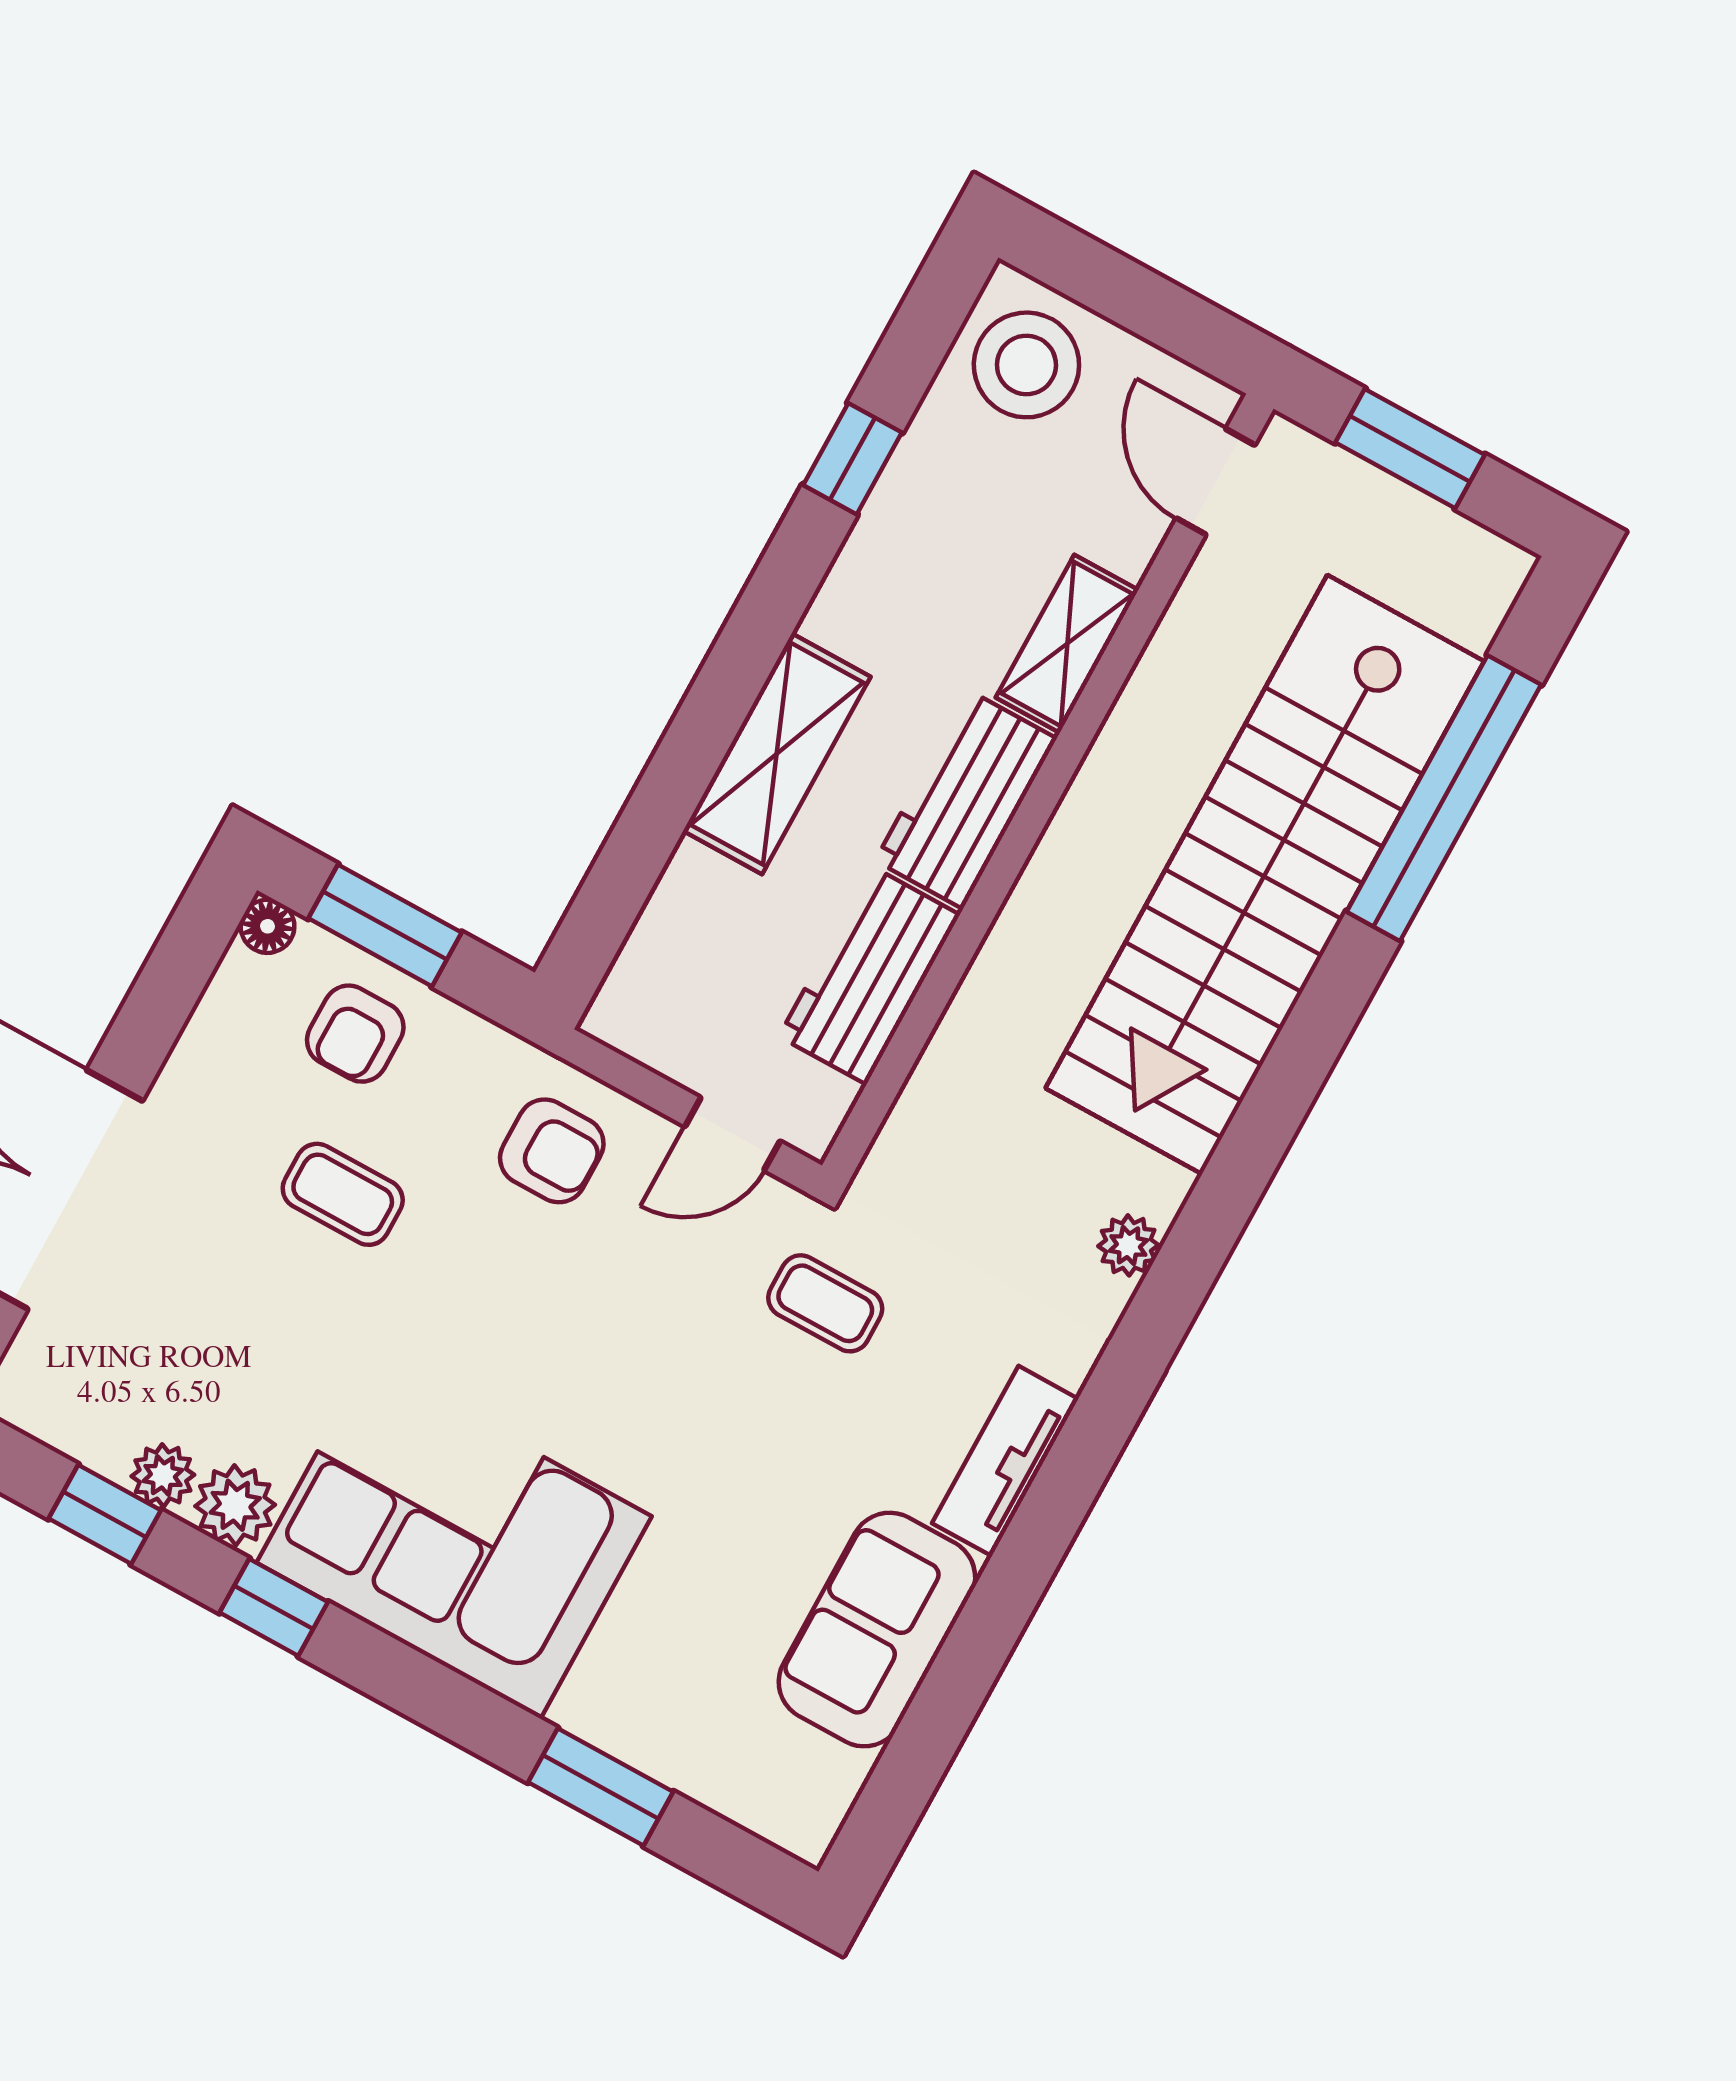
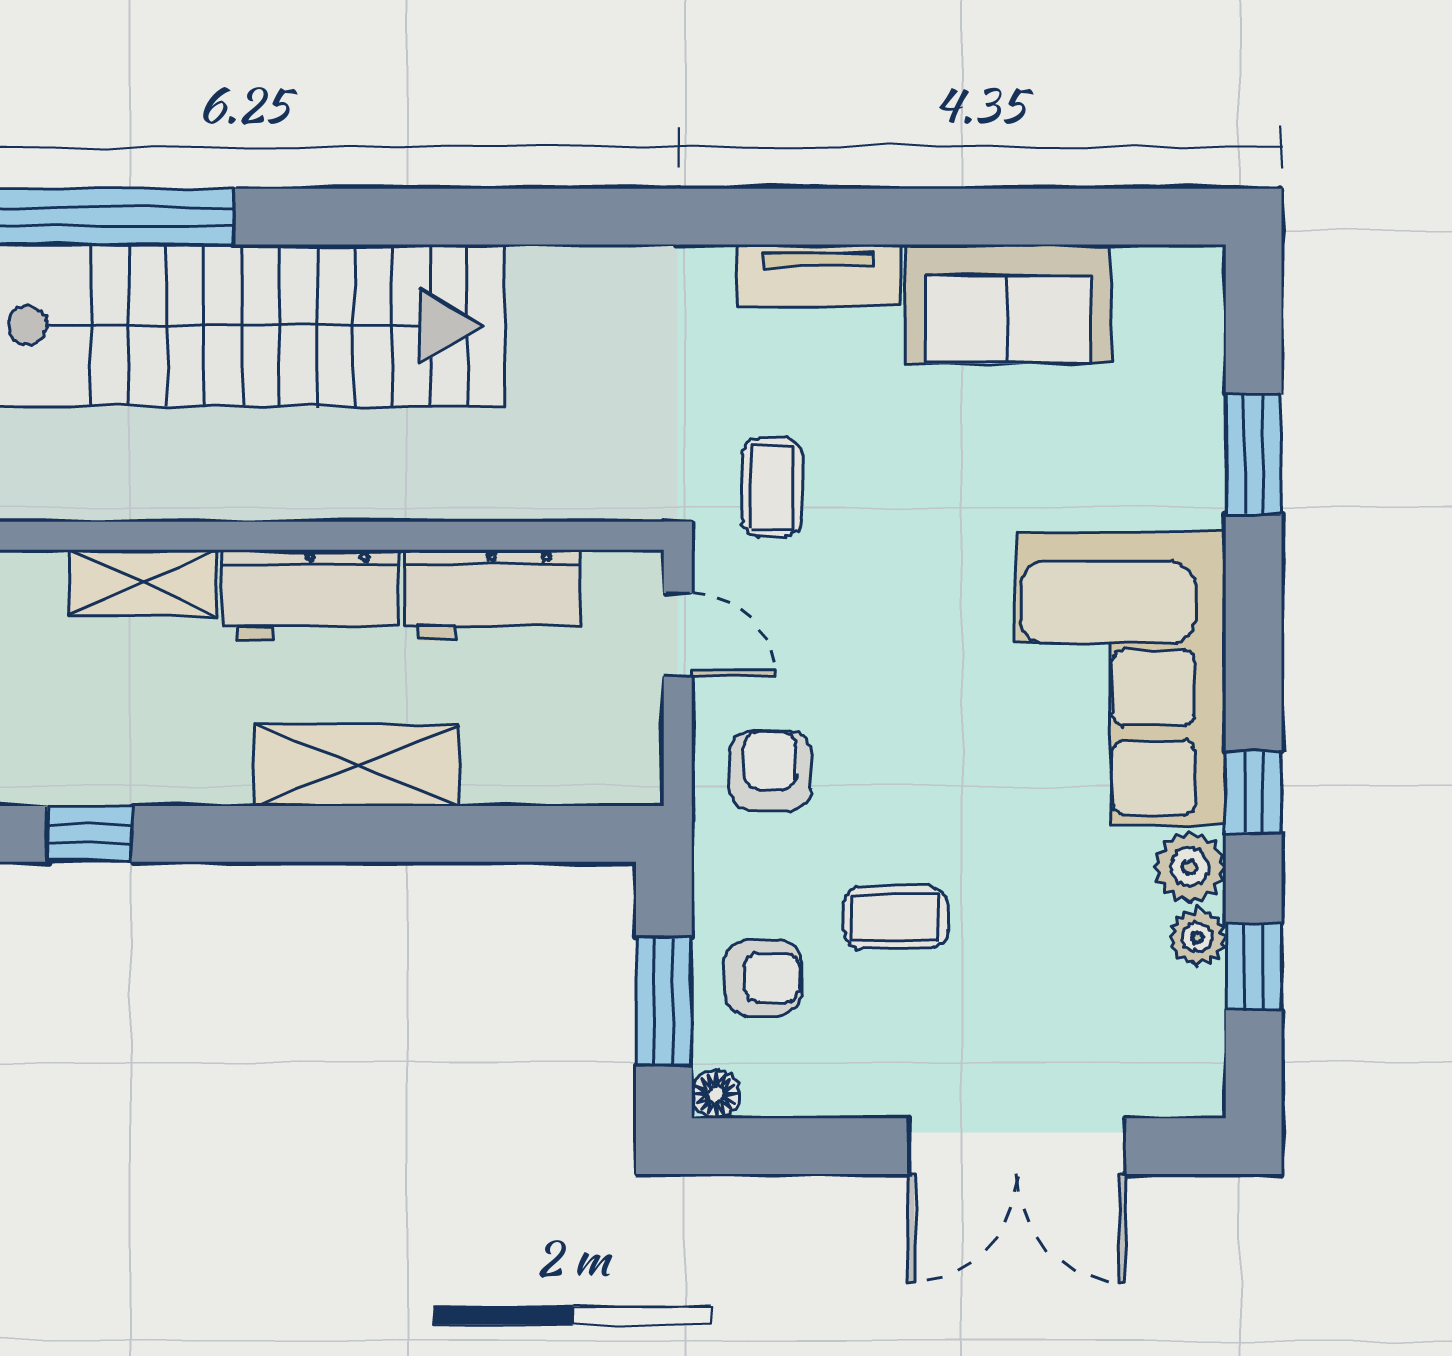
coffee table: (343, 1194) -> (896, 918), turned 90
plant: (1128, 1245) -> (594, 272), removed

